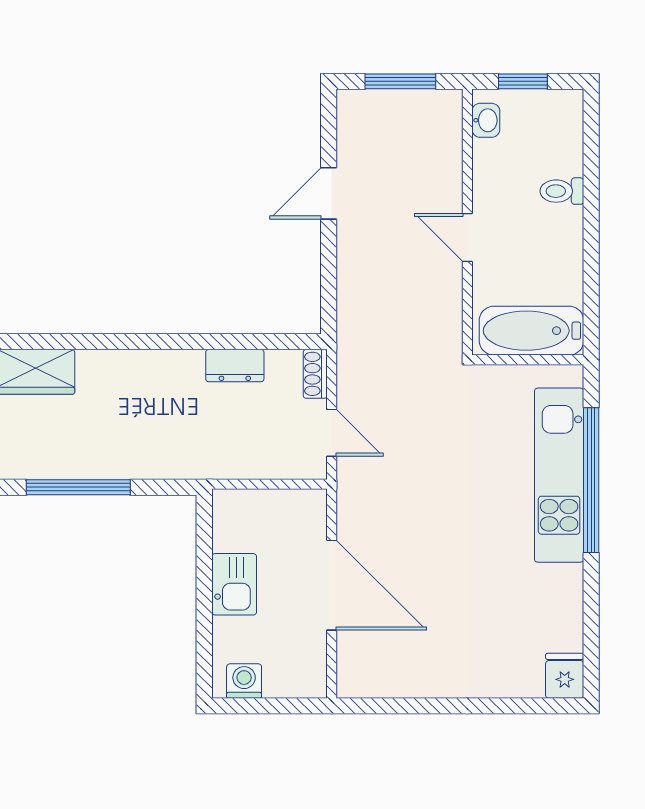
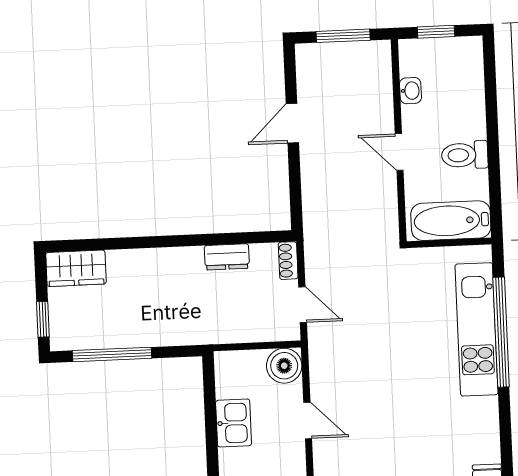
washbasin: (486, 120) -> (410, 91), moved
toilet: (562, 191) -> (465, 155), moved, width x1.37, depth x1.39
boiler: (304, 512) -> (284, 366), added
door: (332, 585) -> (308, 420), width x0.53

